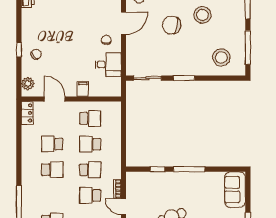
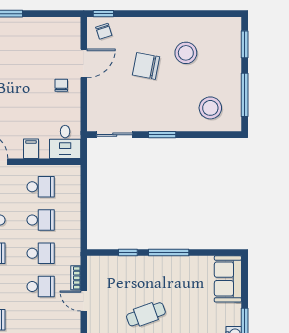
desk: (108, 64) -> (65, 142), moved, turned 90
school desk: (90, 144) -> (41, 220), turned 180
school desk: (90, 195) -> (41, 287), turned 180

